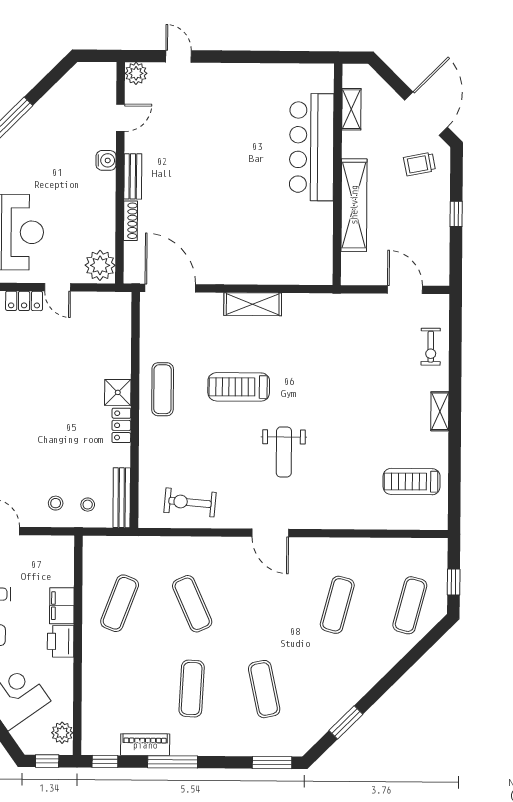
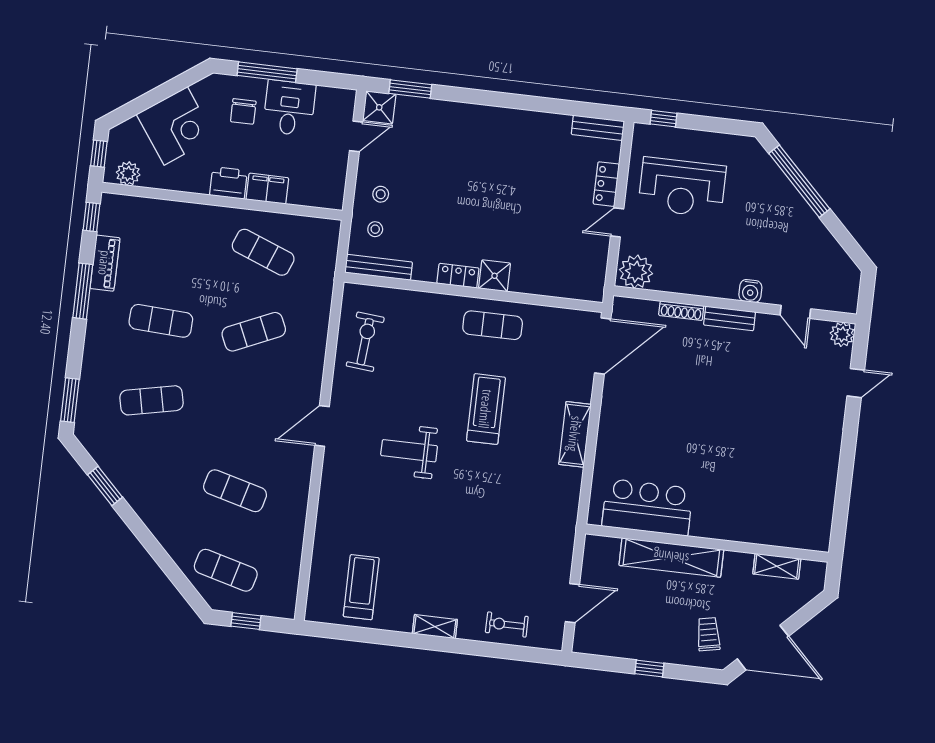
bar counter: (312, 147) -> (647, 507), moved, width x0.73

